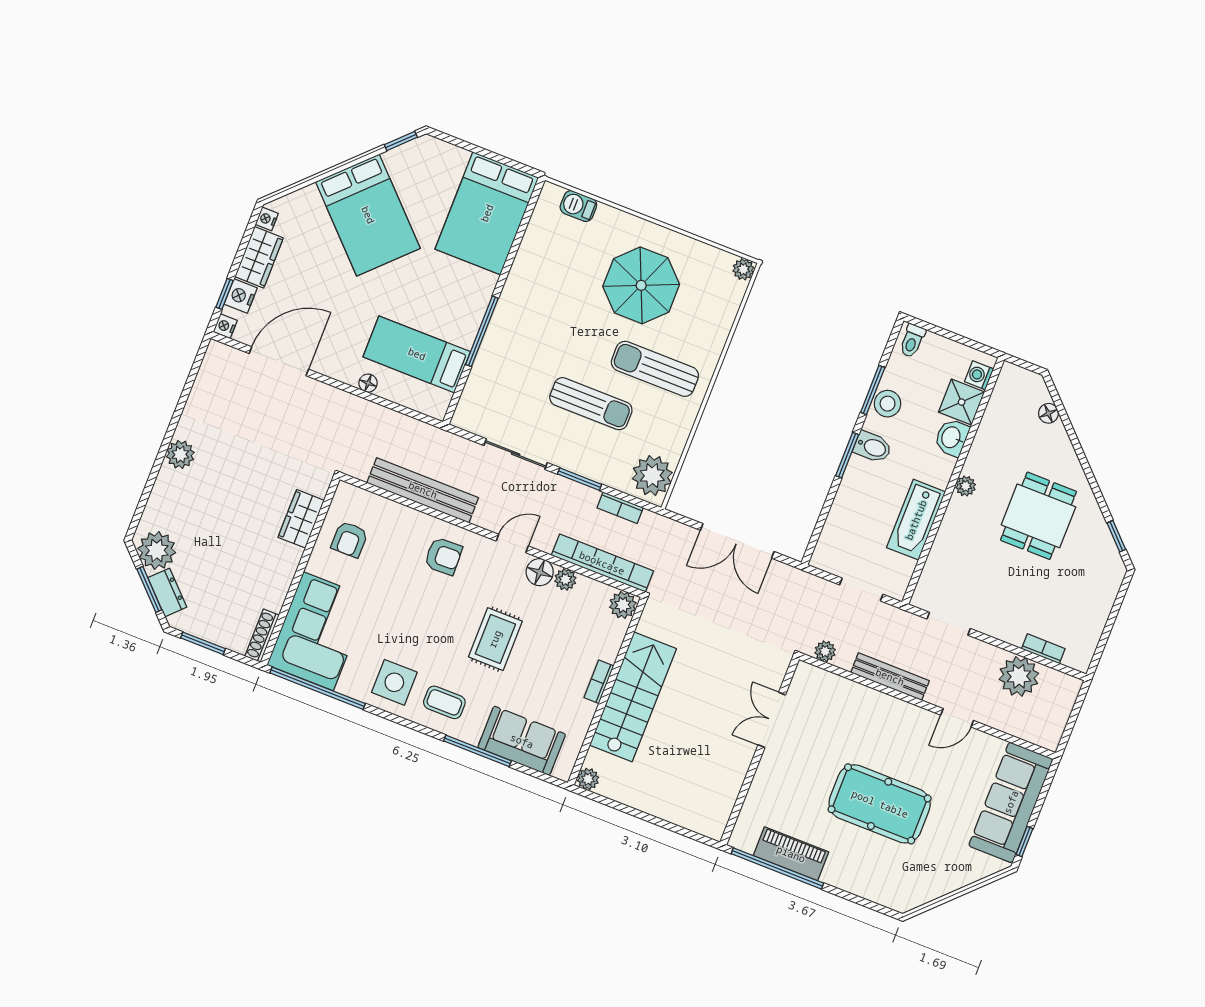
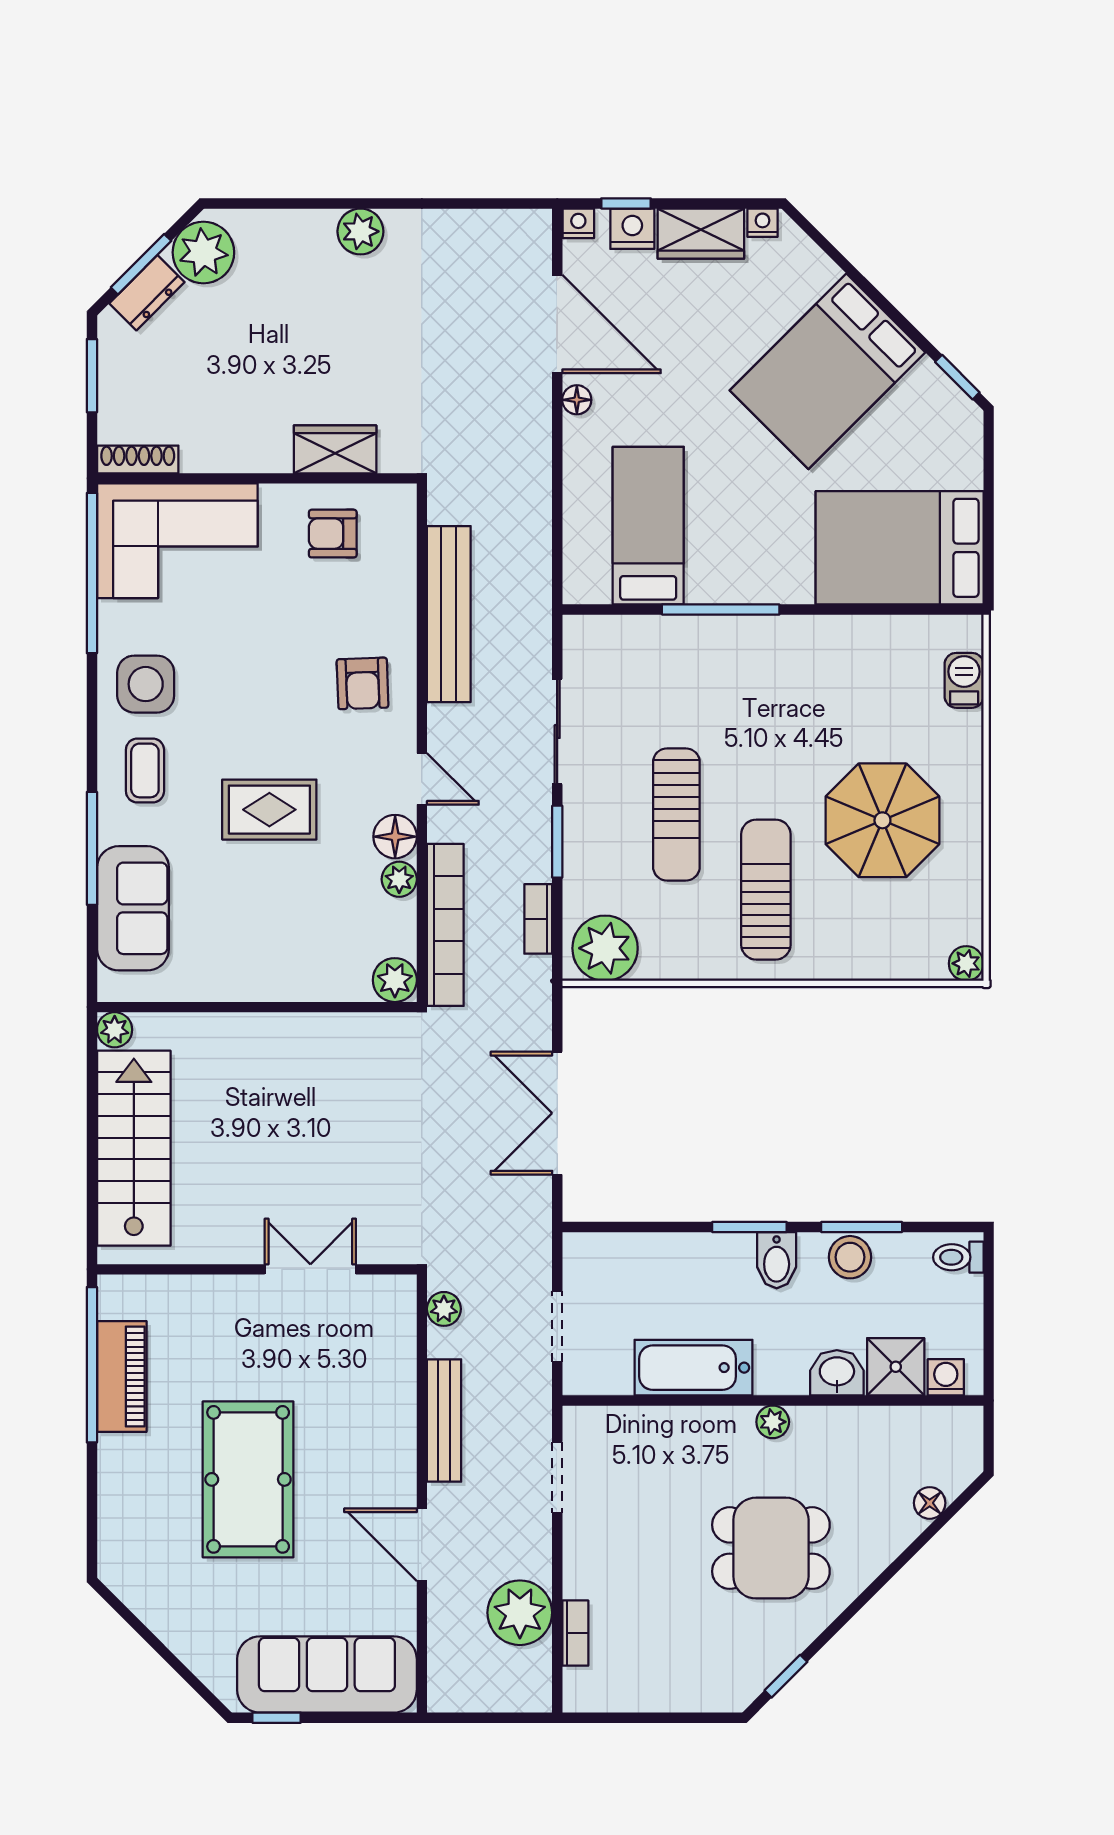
floor lamp: (368, 383) -> (577, 400), moved
bookcase: (599, 682) -> (266, 989), removed
stairs: (633, 697) -> (134, 1148), moved, turned -90
door: (957, 718) -> (422, 1545), width x1.38

